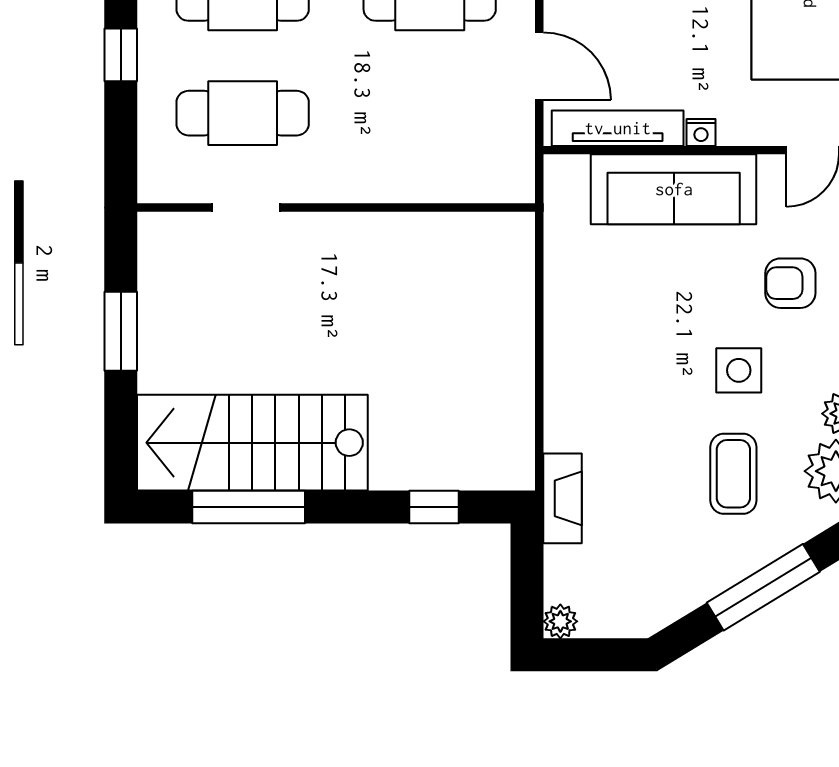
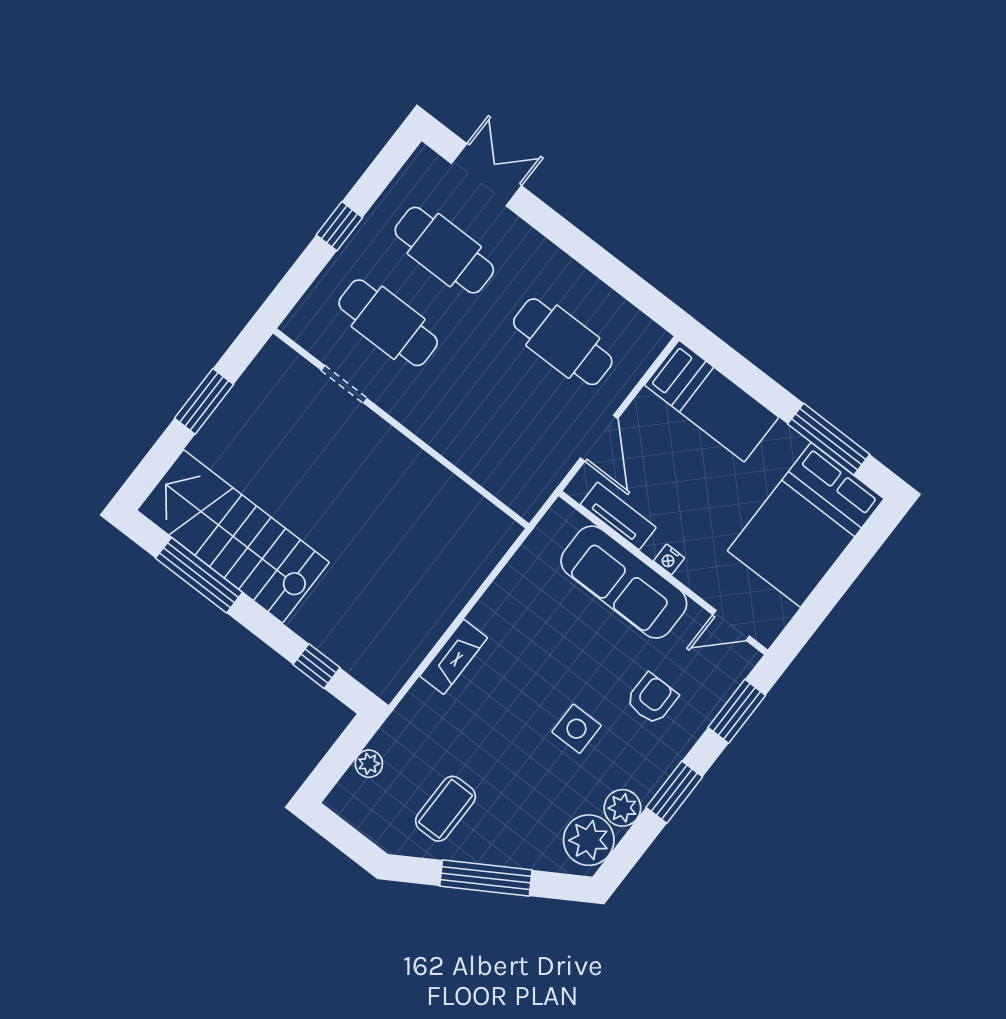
tv unit: (618, 128) -> (618, 516), width x0.71
armchair: (790, 283) -> (652, 699), turned 90
coffee table: (733, 474) -> (445, 809), moved
fireplace: (563, 498) -> (454, 657), moved
plant: (560, 621) -> (369, 764), moved

